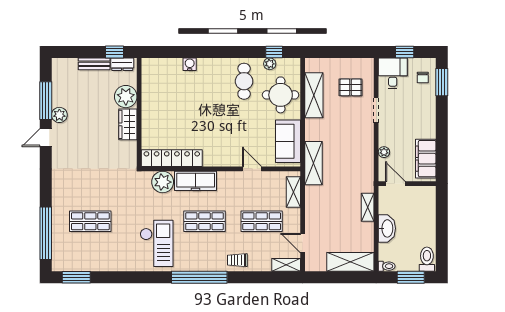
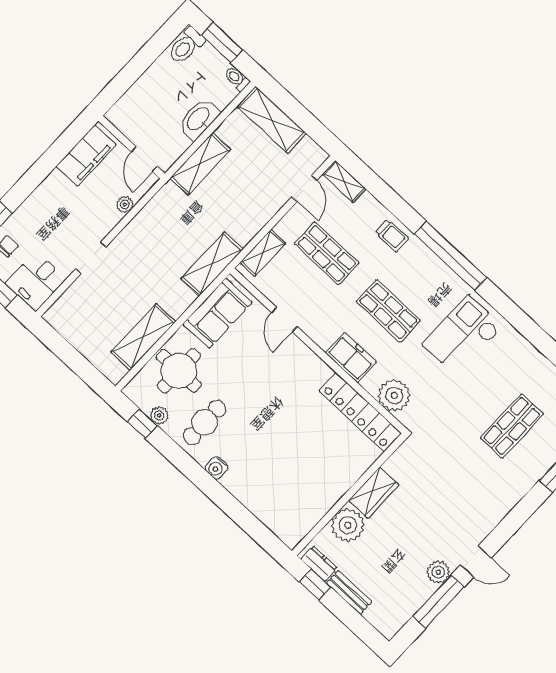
water cooler: (190, 64) -> (216, 468), moved
pallet: (351, 87) -> (96, 308), removed
freezer: (196, 181) -> (351, 358), width x0.71
shelving: (368, 207) -> (200, 164), width x1.50, depth x1.33
shop shelf: (90, 221) -> (512, 426), turned 90

